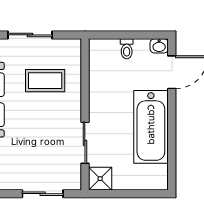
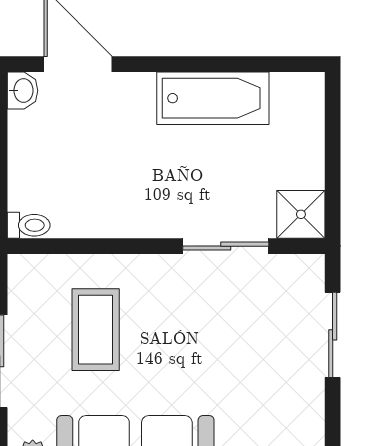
toilet: (127, 49) -> (29, 225), moved
bathtub: (151, 127) -> (213, 98), width x0.73, depth x0.73

